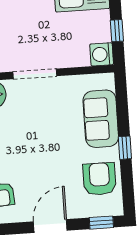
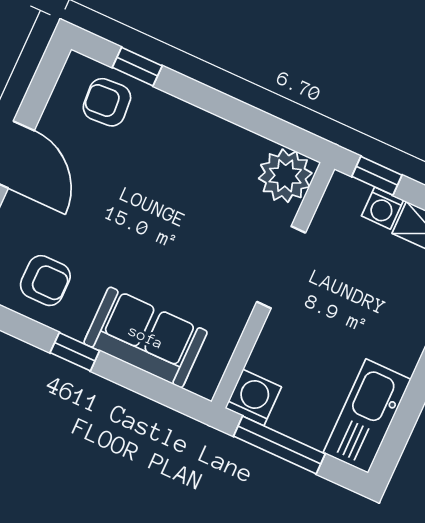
window: (117, 31) -> (279, 445), width x2.17
armchair: (99, 179) -> (45, 281), width x0.72, depth x0.72

